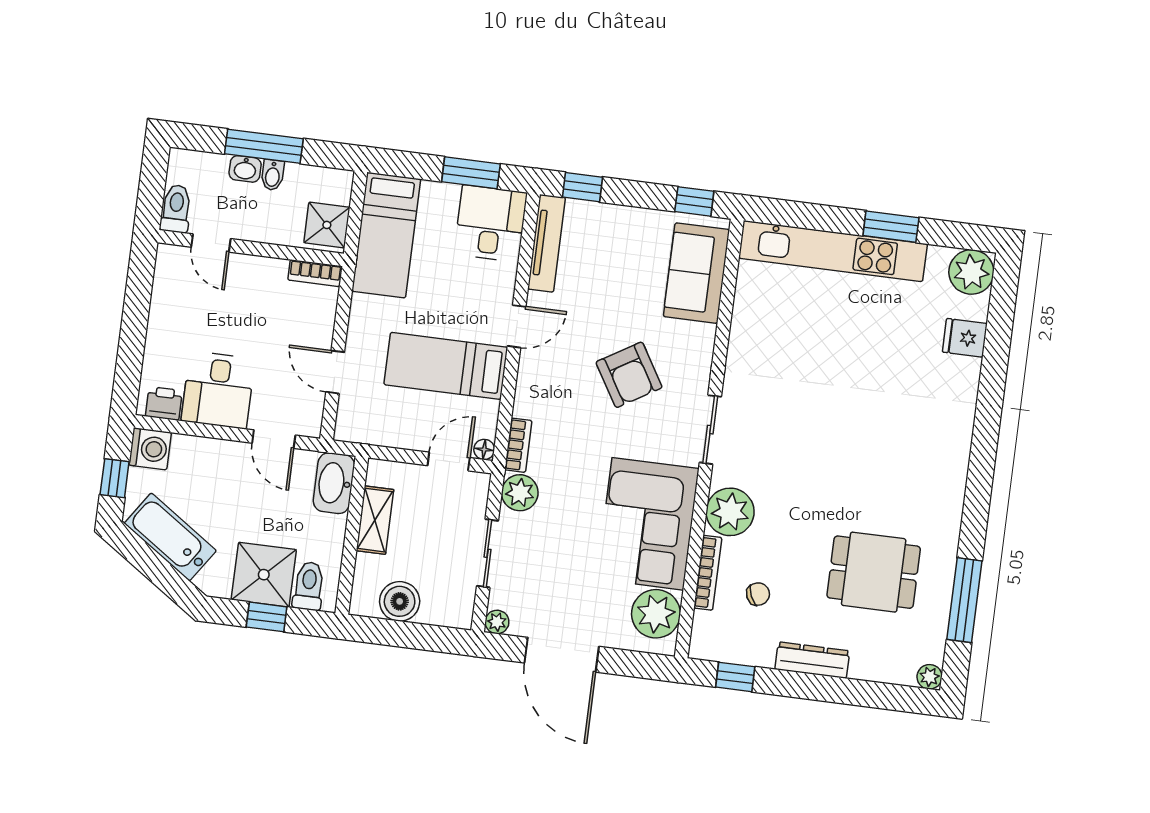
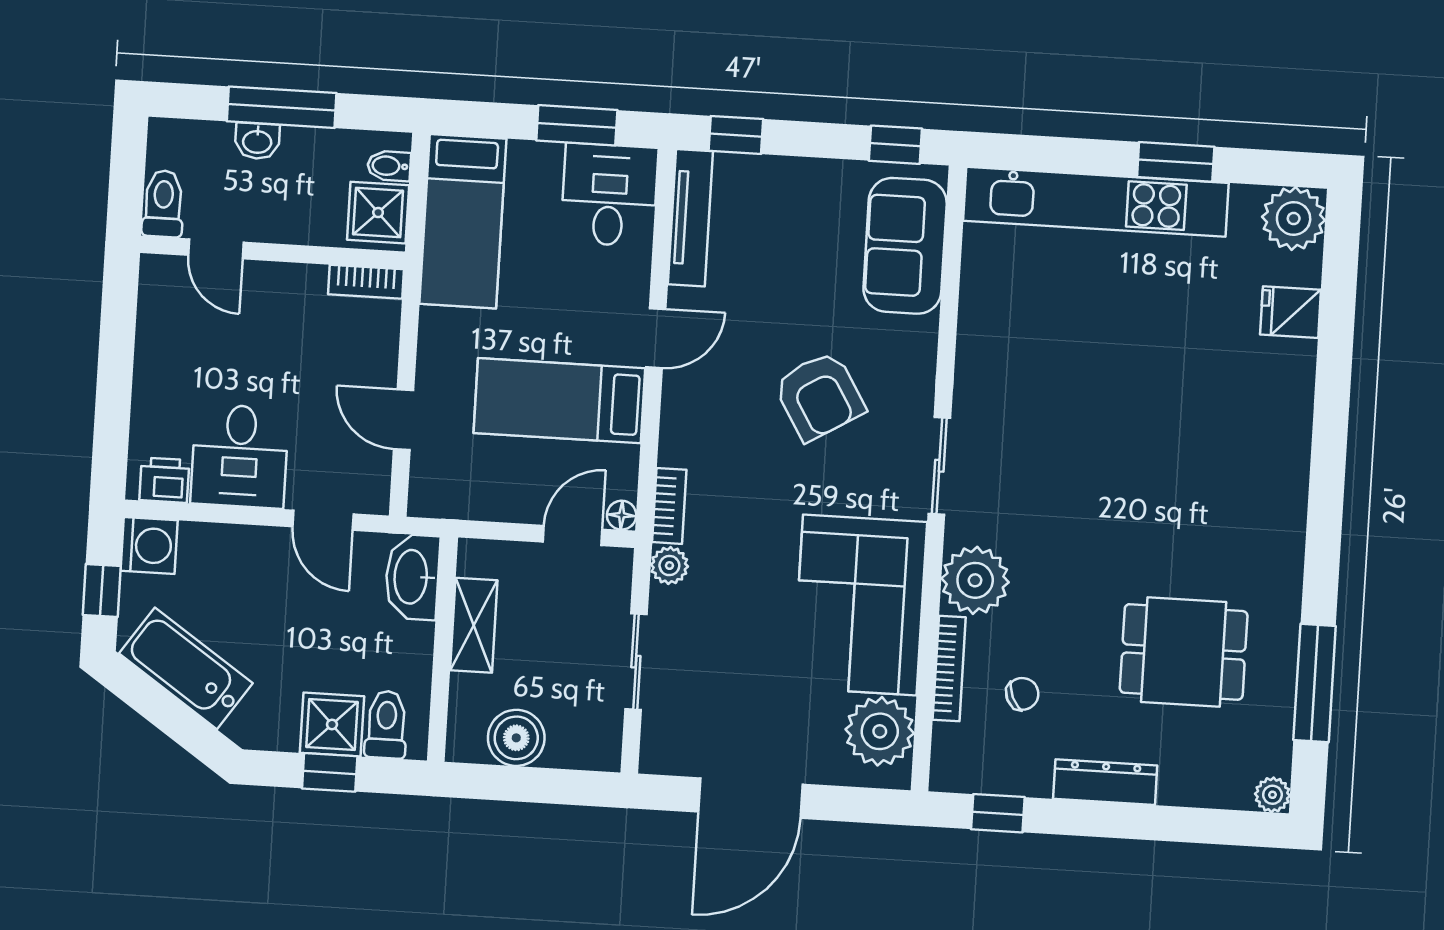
bidet: (273, 175) -> (389, 166), moved, turned 90
plant: (520, 493) -> (669, 566), width x0.73, depth x0.73
shower: (264, 575) -> (332, 725), width x0.73, depth x0.73
plant: (497, 622) -> (656, 758), removed
door: (562, 655) -> (750, 798), hinge flipped

